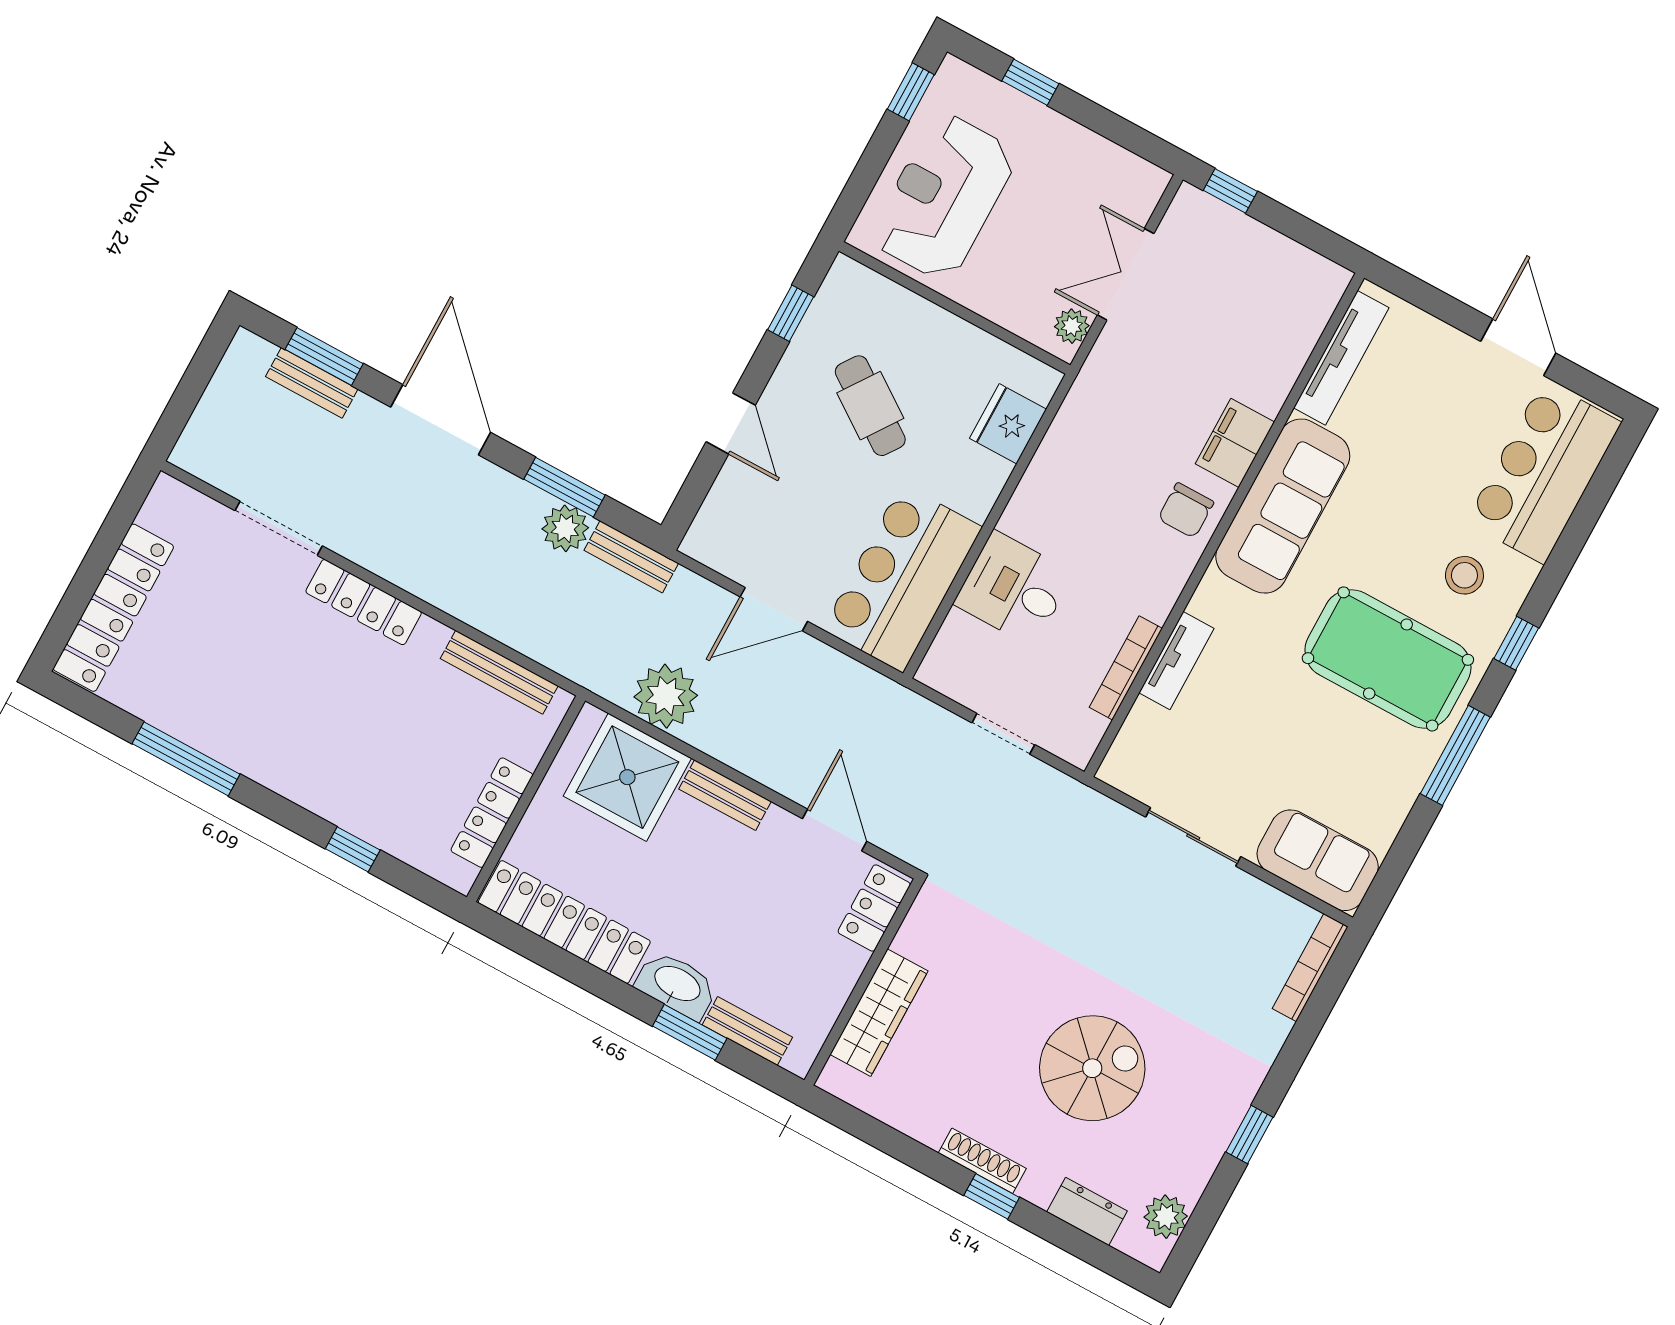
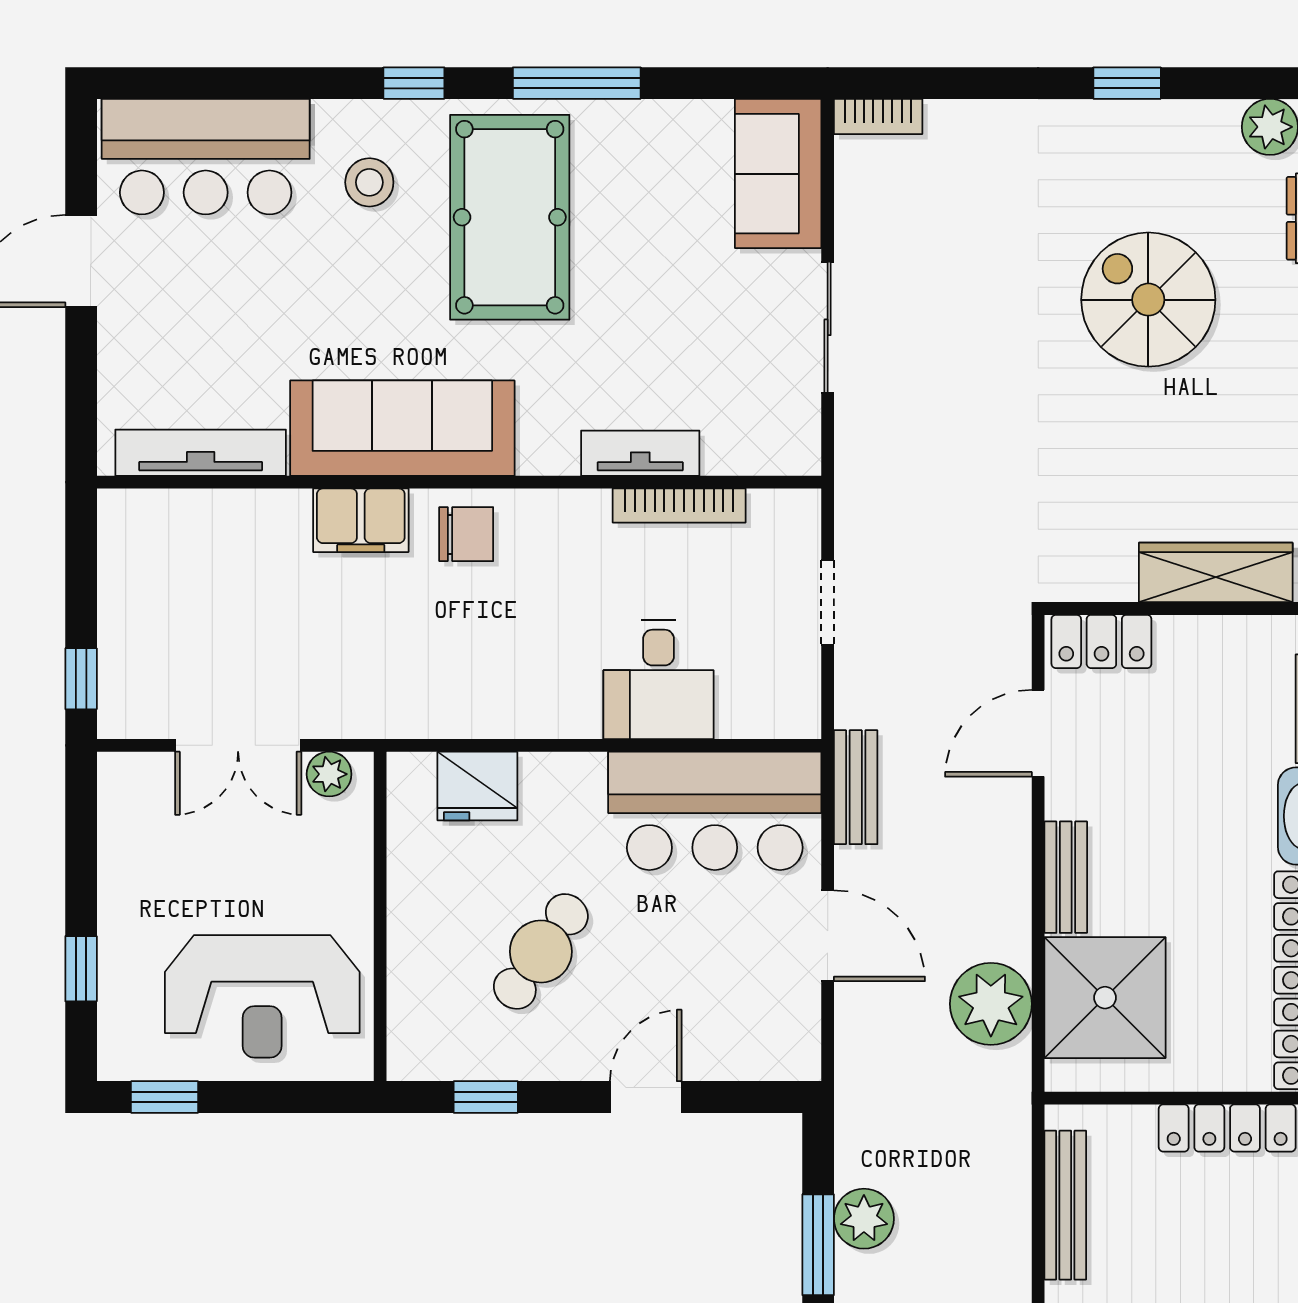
bench: (631, 557) -> (856, 787), moved
bookcase: (1310, 968) -> (878, 117), width x0.64

